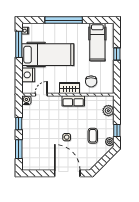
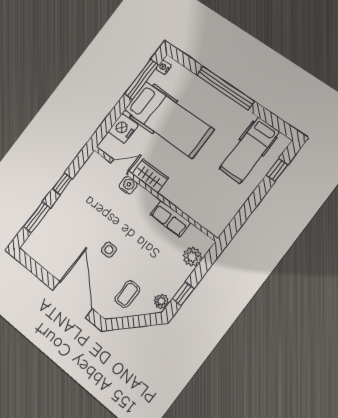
window: (117, 54) -> (277, 170), moved
chair: (91, 81) -> (199, 198), removed
wardrobe: (70, 88) -> (150, 176), moved
water cooler: (26, 100) -> (128, 185), moved
row of seats: (73, 101) -> (170, 219), moved
coffee table: (93, 136) -> (127, 294), moved

